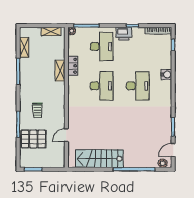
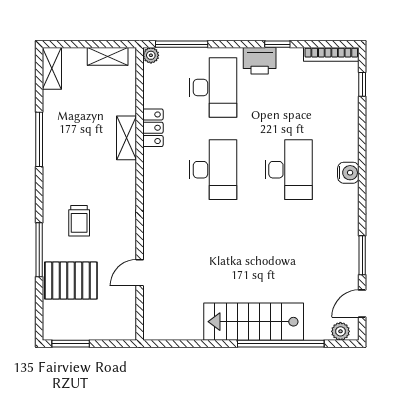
shelving: (24, 47) -> (52, 68), moved
water cooler: (166, 74) -> (348, 173), moved
stairs: (99, 159) -> (254, 322), moved

